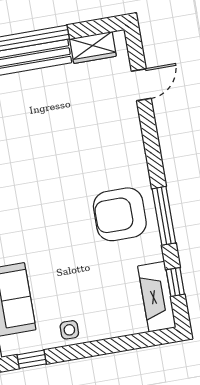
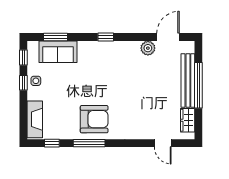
armchair: (120, 214) -> (94, 119), turned 90
fireplace: (157, 297) -> (35, 119), moved, turned 90
window: (77, 352) -> (23, 83), added

